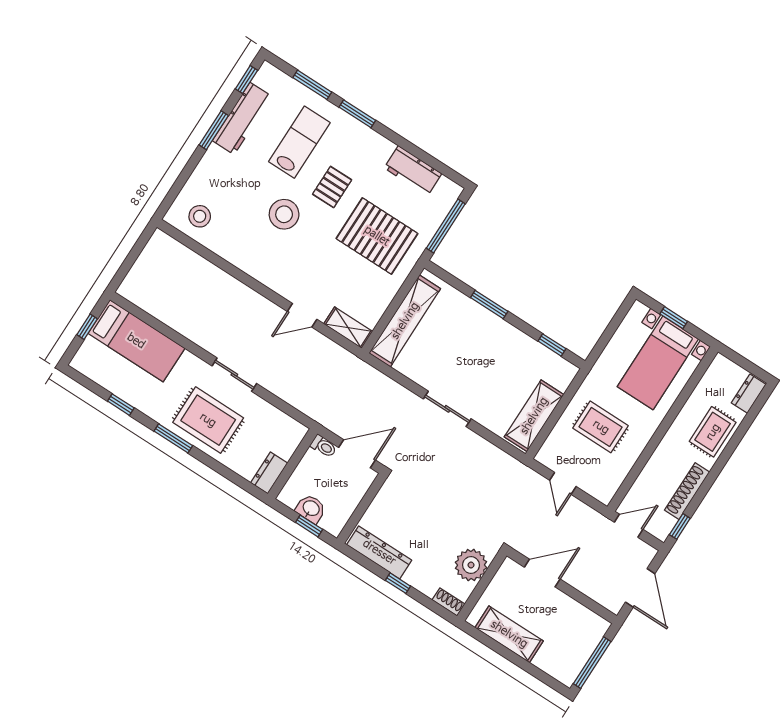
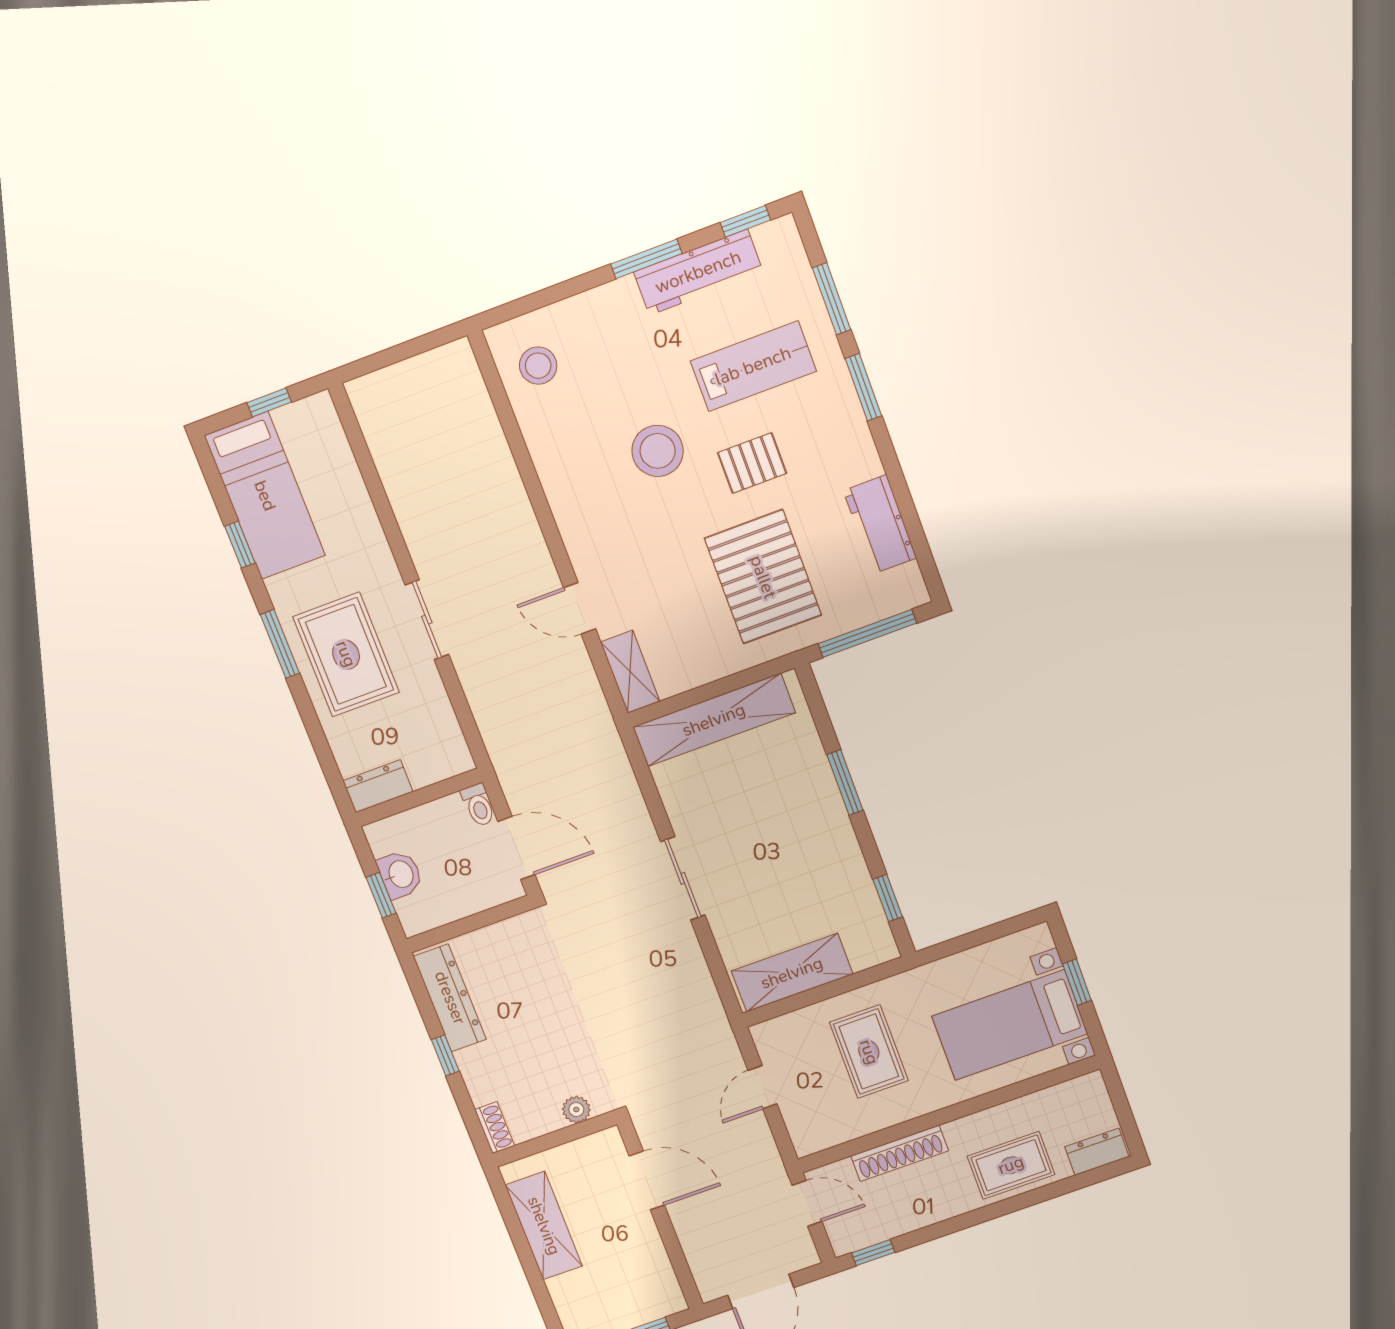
bed: (136, 341) -> (265, 496), moved
shoe rack: (687, 491) -> (900, 1153), moved, turned 180
plant: (471, 565) -> (576, 1110), width x0.53, depth x0.53

